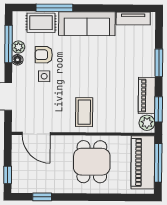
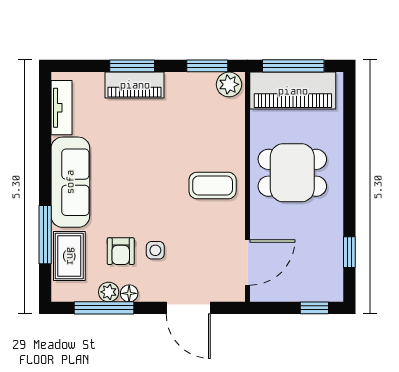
piano: (147, 96) -> (135, 85), moved

